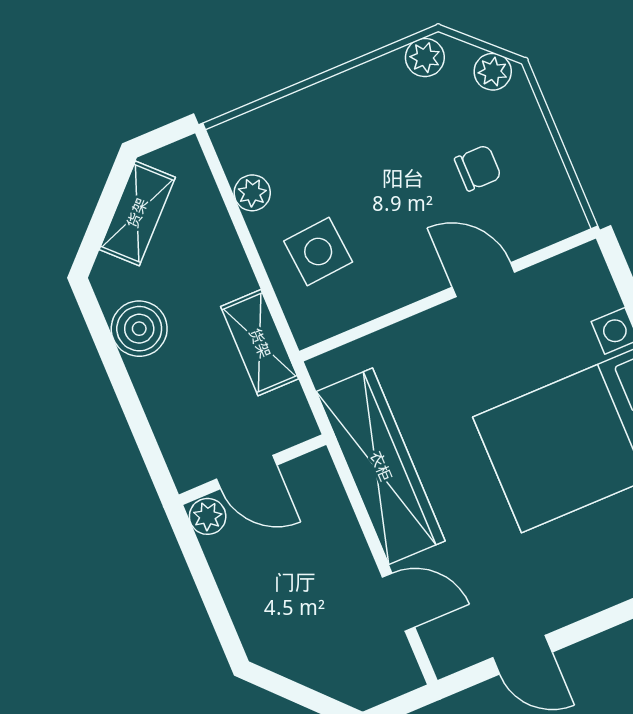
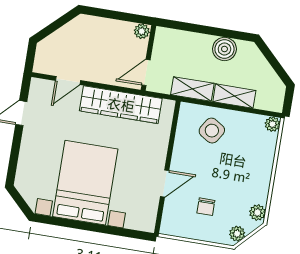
plant: (252, 193) -> (272, 124), moved
shelving: (137, 213) -> (234, 96), moved, turned -45
side table: (318, 252) -> (212, 131), turned 37
door: (247, 472) -> (146, 73), moved

